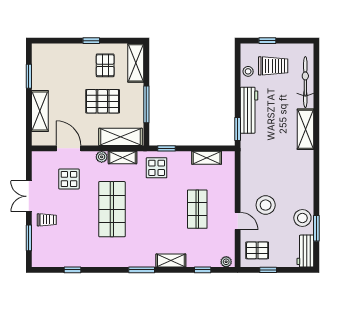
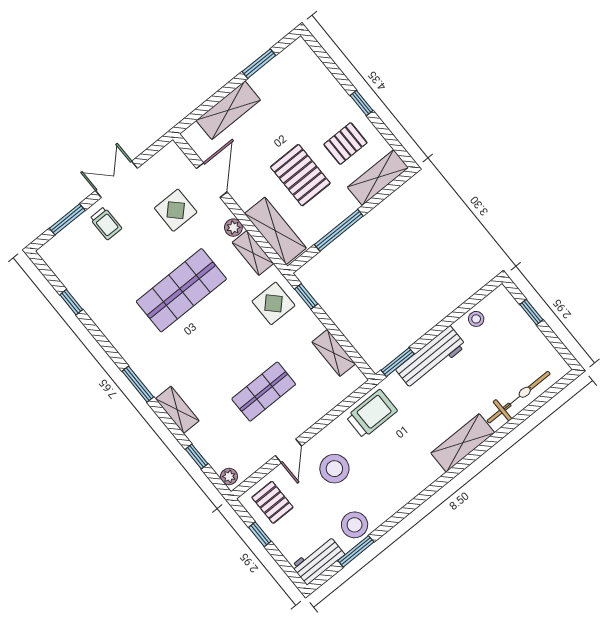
trolley: (273, 66) -> (372, 414), moved, turned -90

